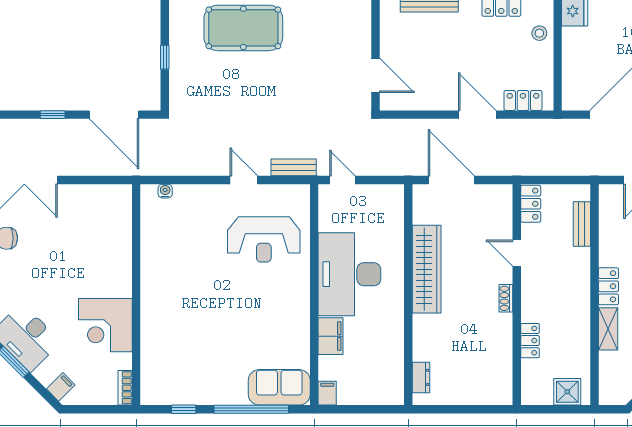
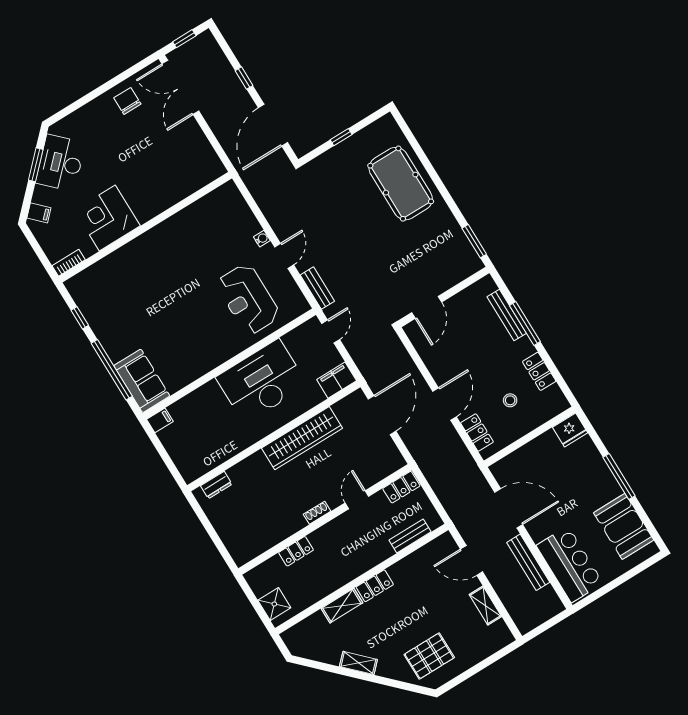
stool: (539, 33) -> (510, 400), moved
water cooler: (165, 191) -> (262, 239), moved
filing cabinet: (331, 336) -> (337, 380), moved, turned 180

